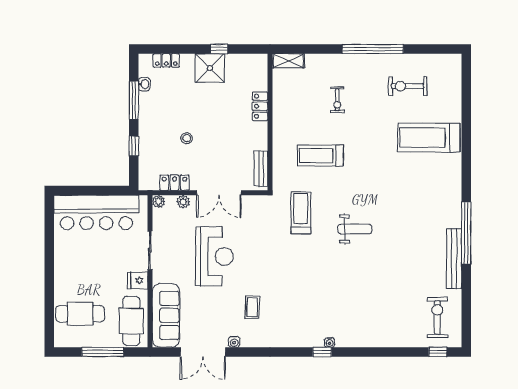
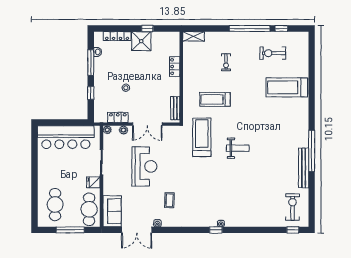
window: (421, 49) -> (281, 28), added
locker: (166, 60) -> (117, 36), width x1.53
treadmill: (301, 213) -> (202, 137), width x1.37, depth x1.38
cafe table: (80, 314) -> (55, 204), turned 90
sofa: (166, 315) -> (112, 211), width x0.73

